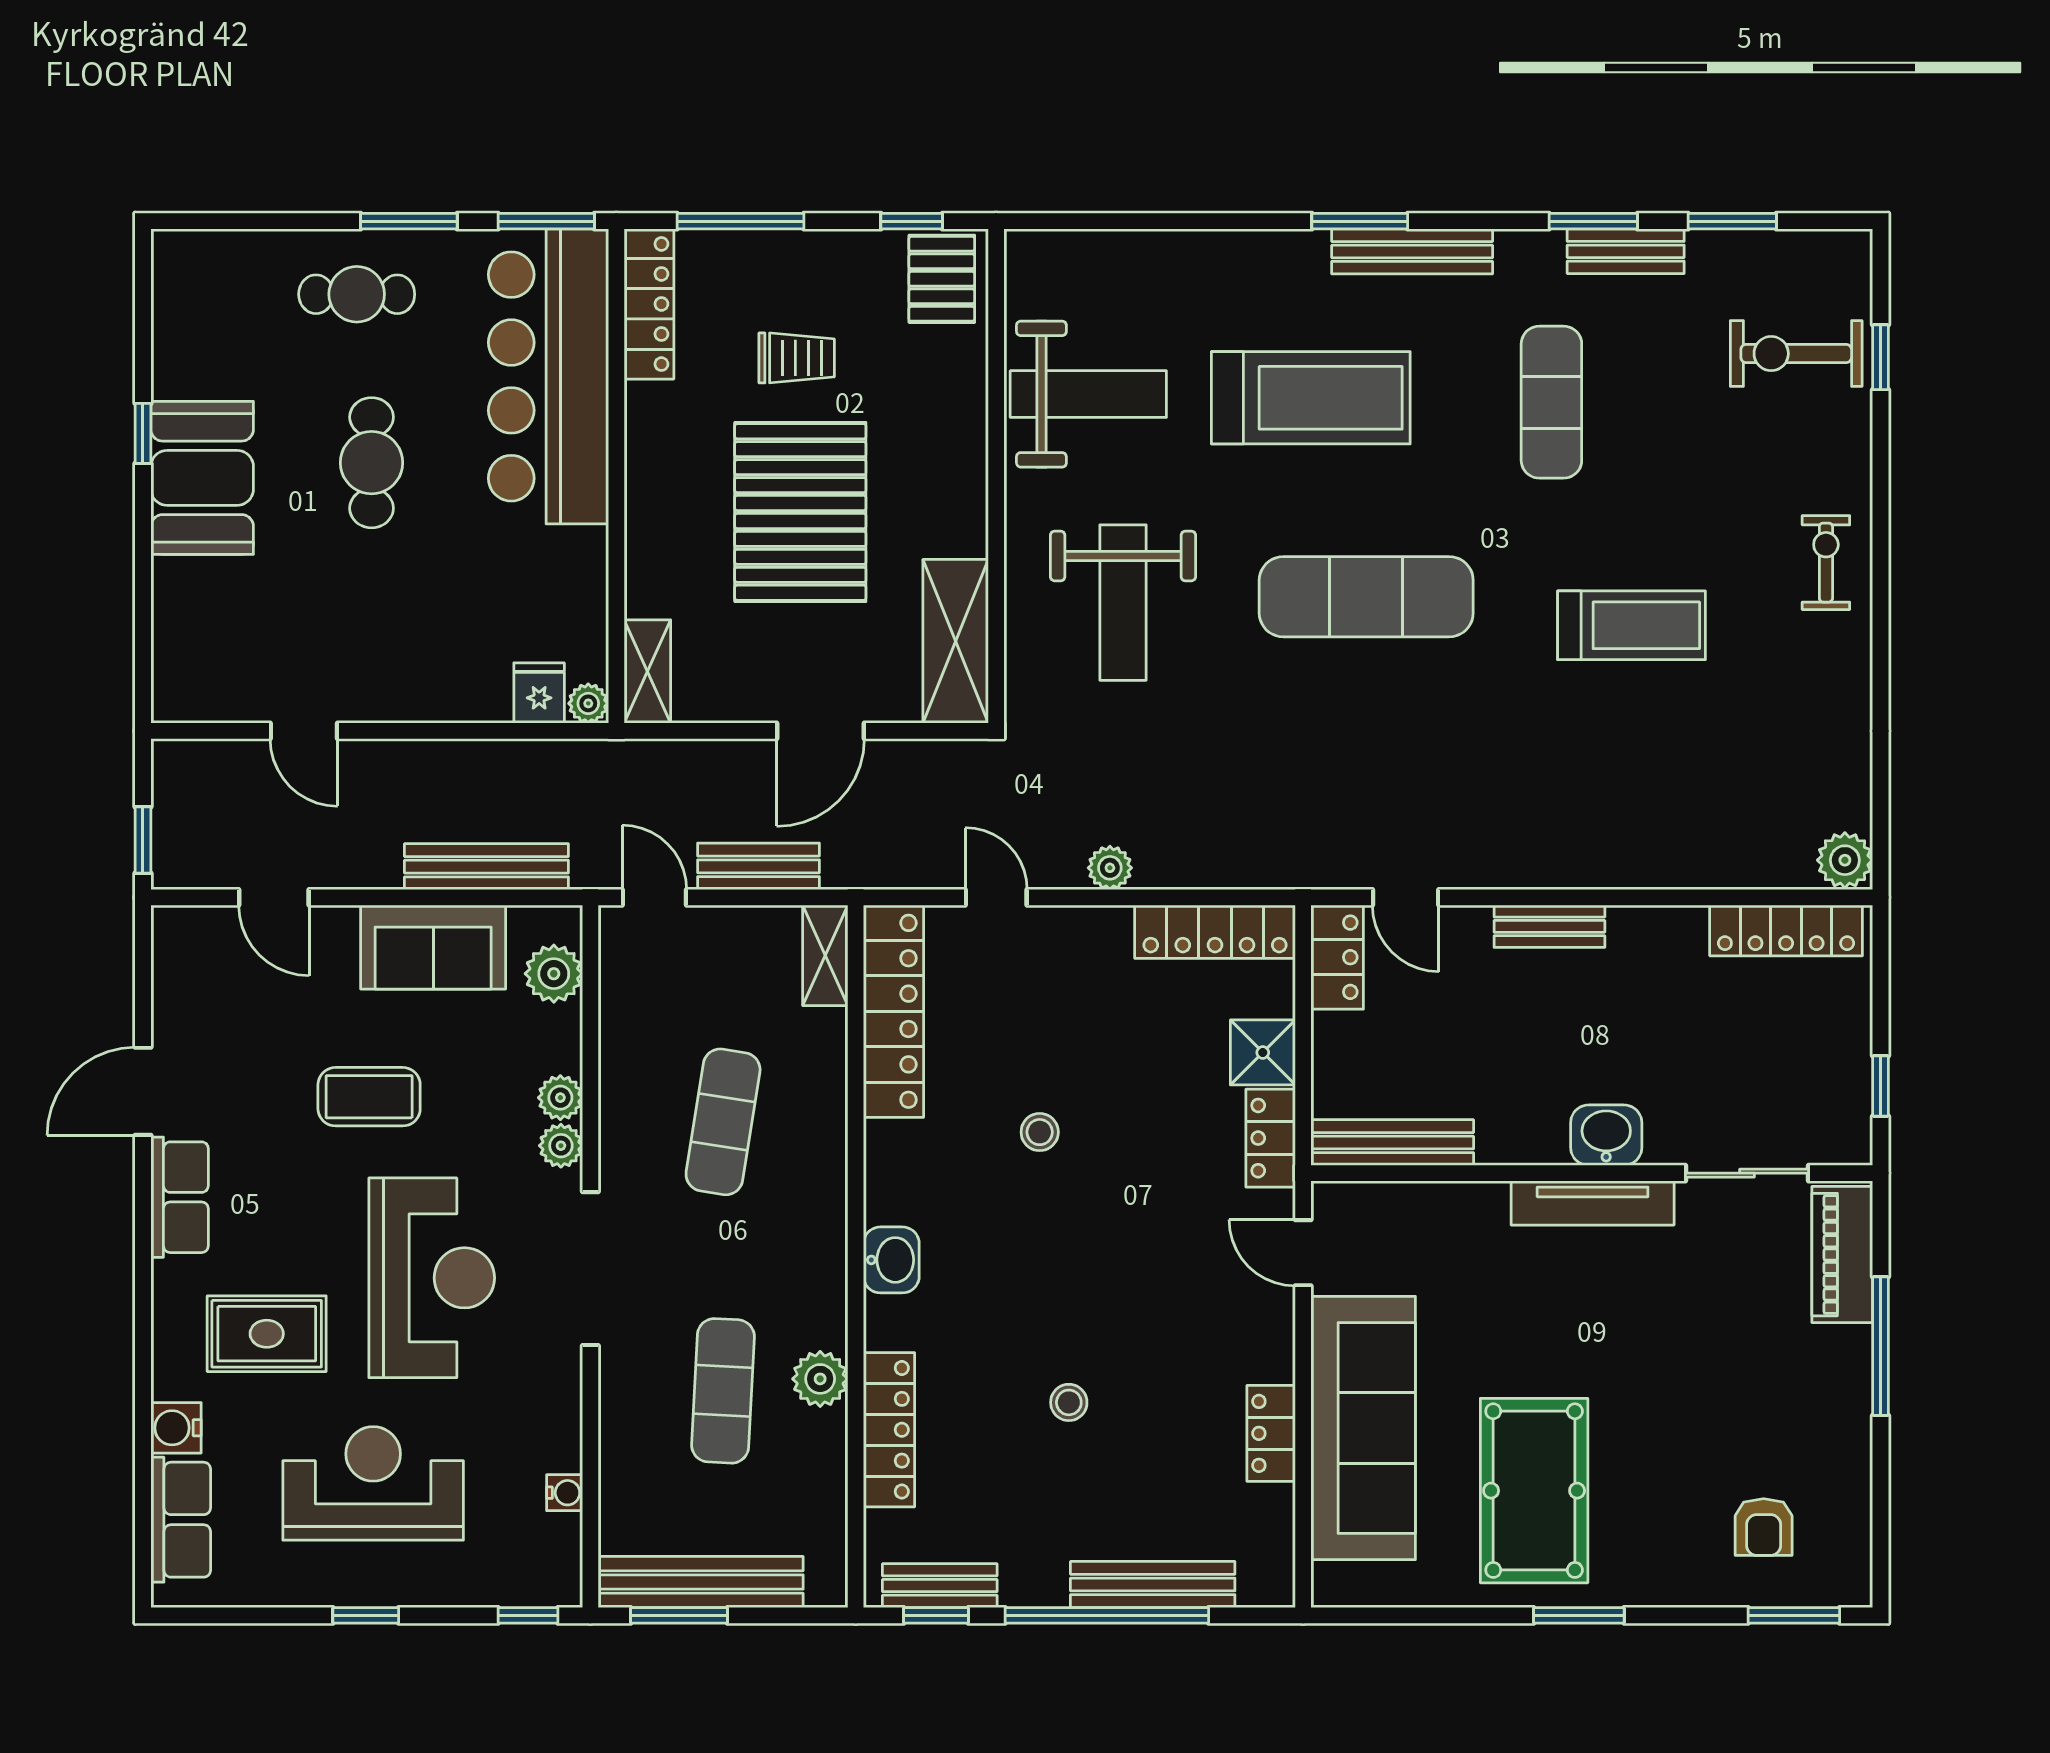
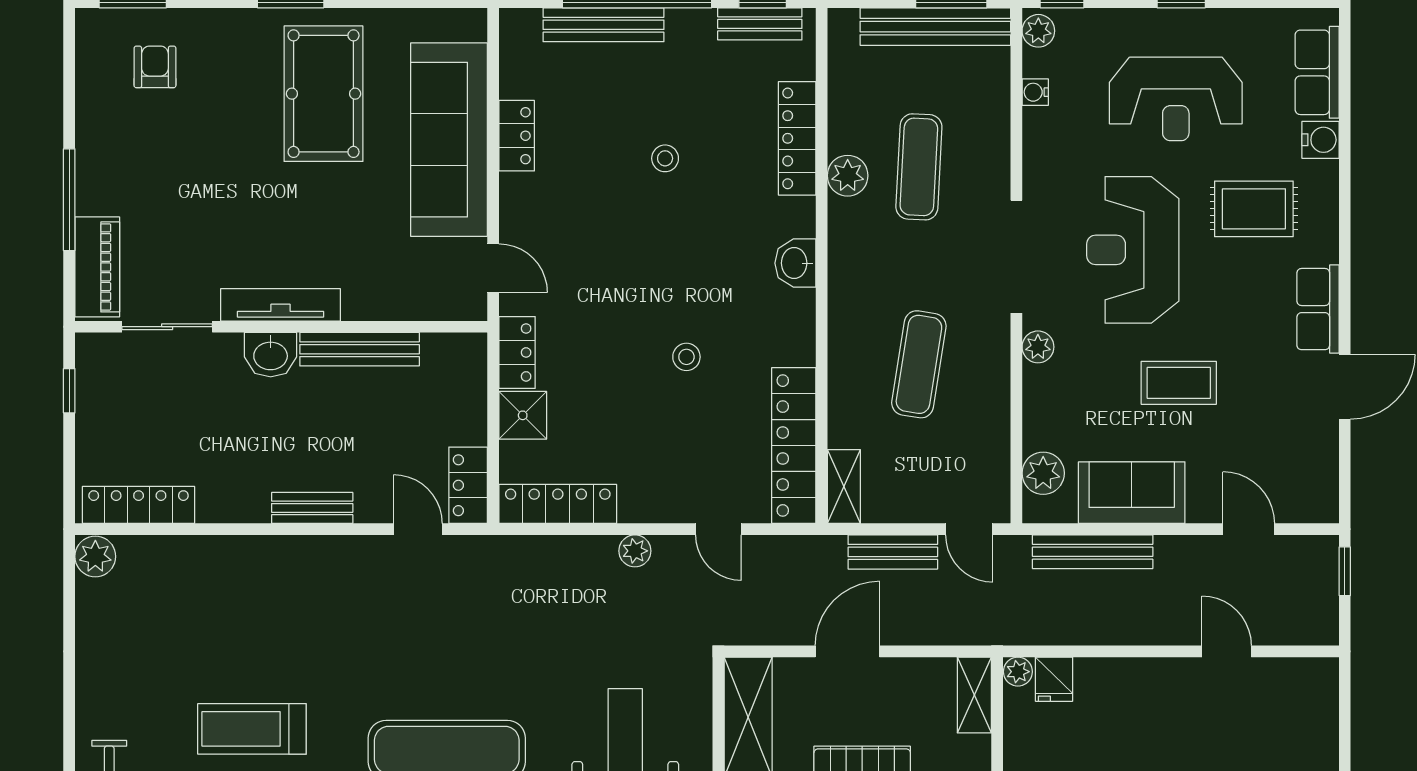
plant: (560, 1098) -> (1038, 31), moved
bench: (1392, 1143) -> (360, 349), moved

